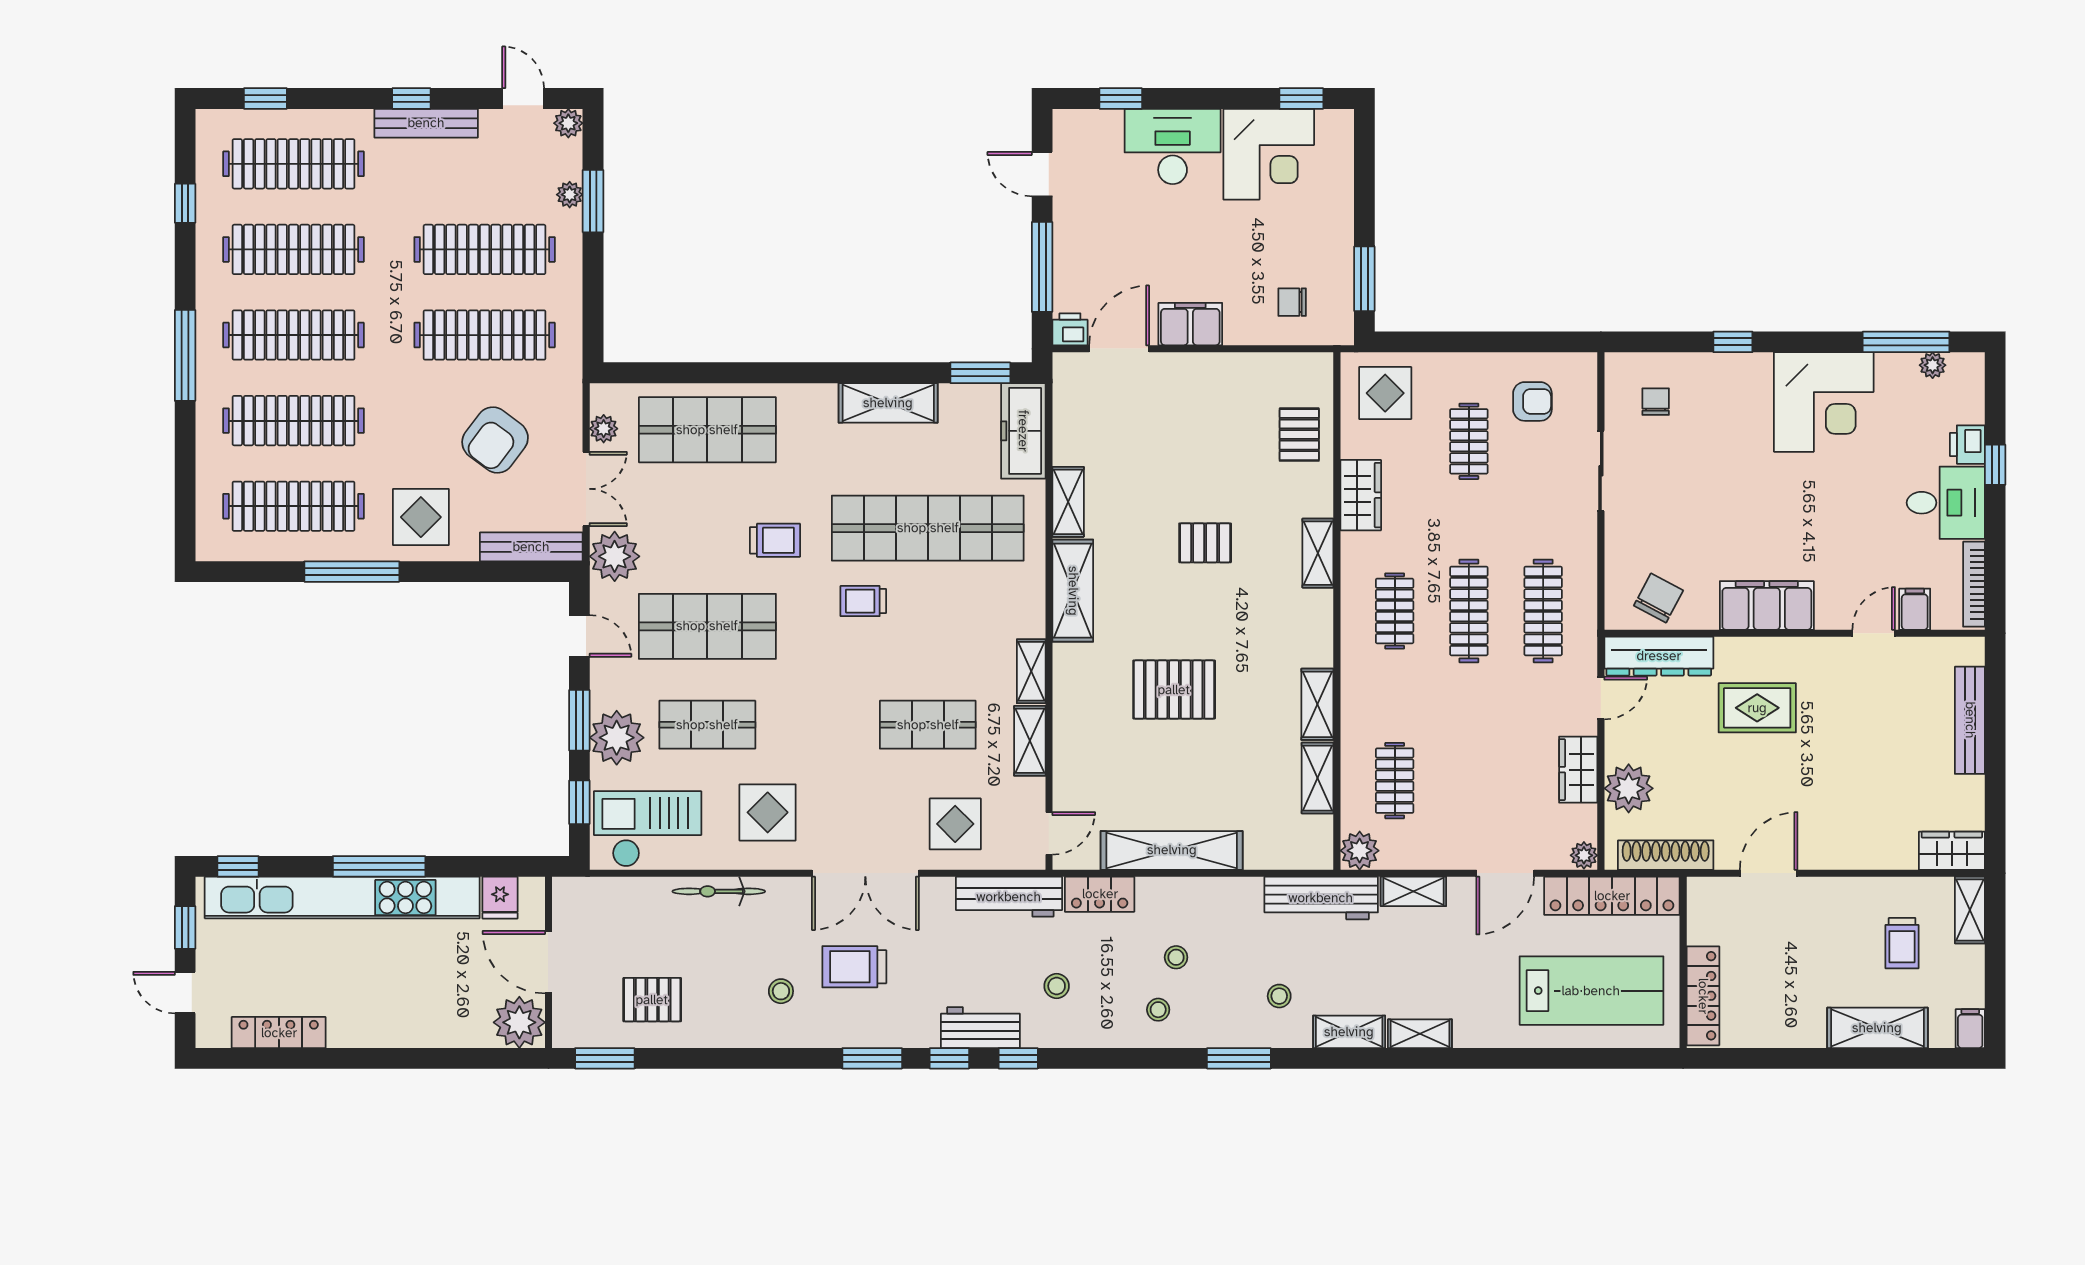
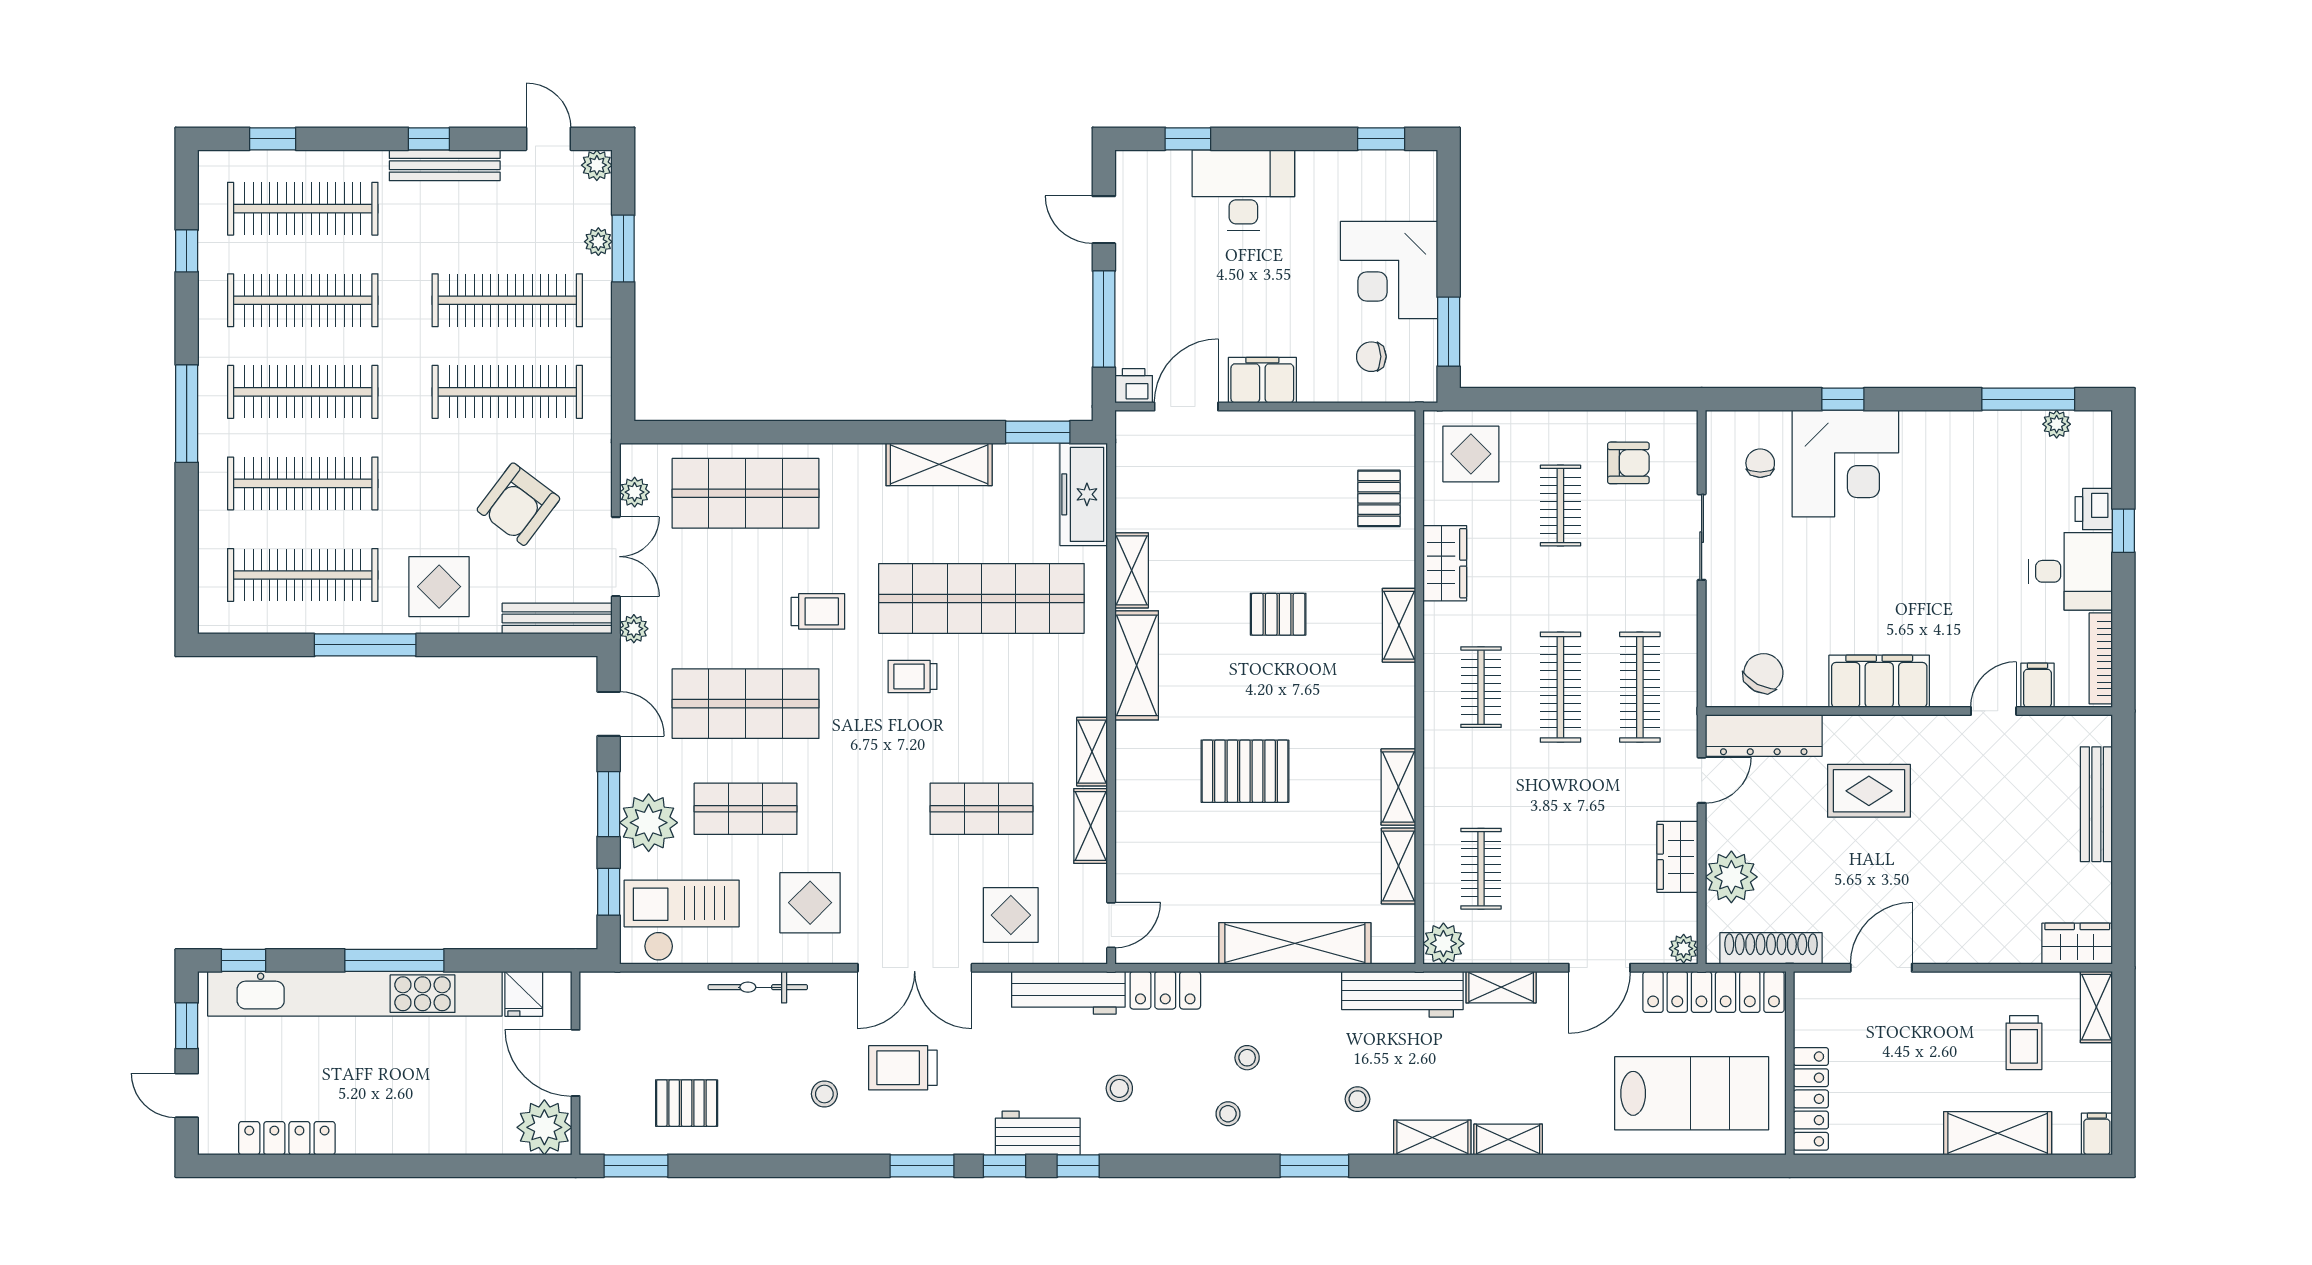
corner desk: (1269, 154) -> (1389, 270), moved, turned 90
corner desk: (1824, 402) -> (1845, 463), moved
plant: (615, 556) -> (634, 629), width x0.53, depth x0.53
shelving: (1172, 850) -> (1295, 943), moved

